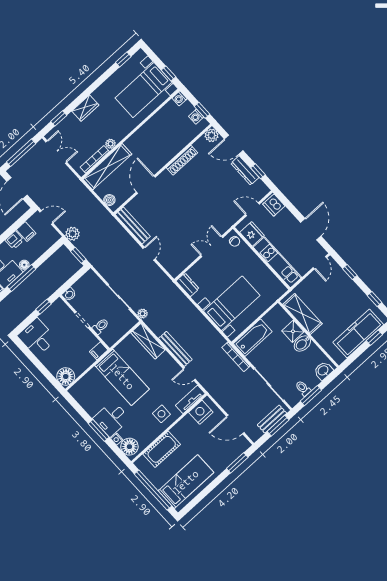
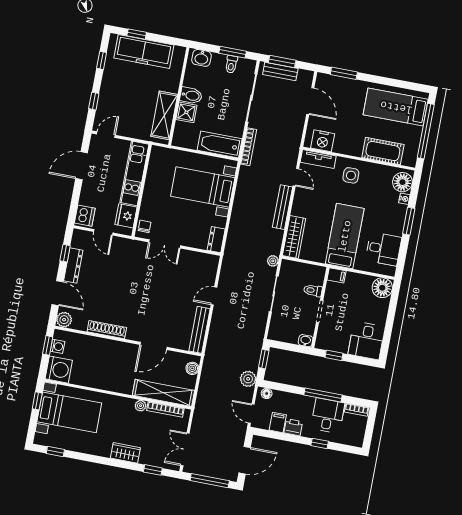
washing machine: (180, 98) -> (59, 370), width x1.89, depth x1.89
floor lamp: (24, 265) -> (267, 393), moved
desk: (111, 419) -> (384, 249), moved

